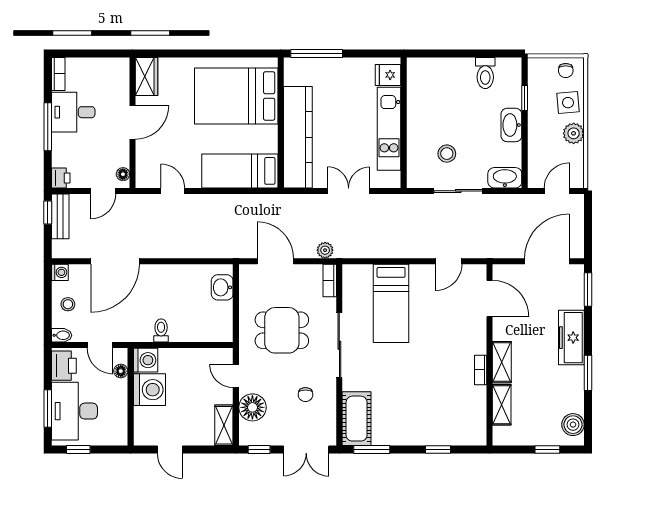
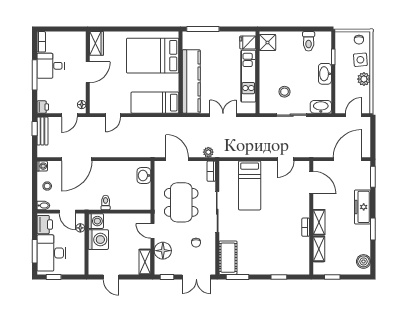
shower: (420, 75) -> (267, 42), added
door: (173, 191) -> (113, 115), swing flipped
dining table: (282, 330) -> (181, 202), width x1.38
window: (547, 449) -> (332, 277), moved

